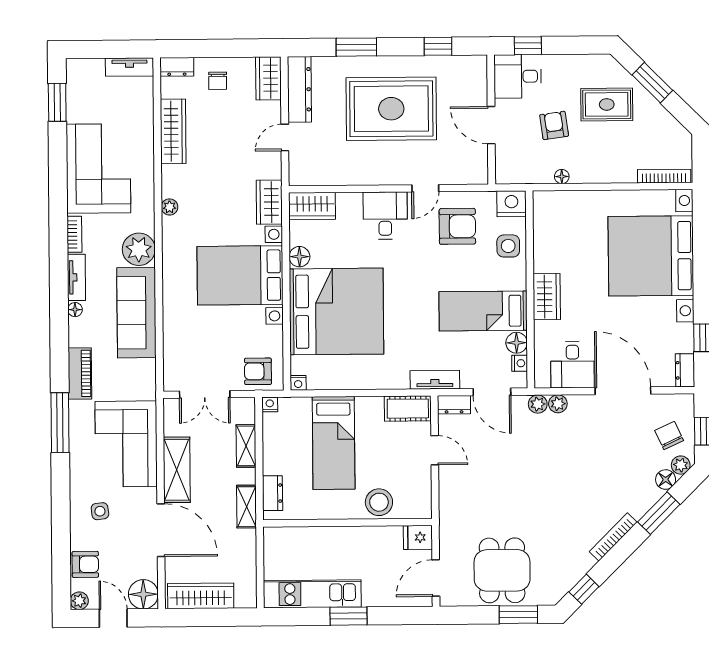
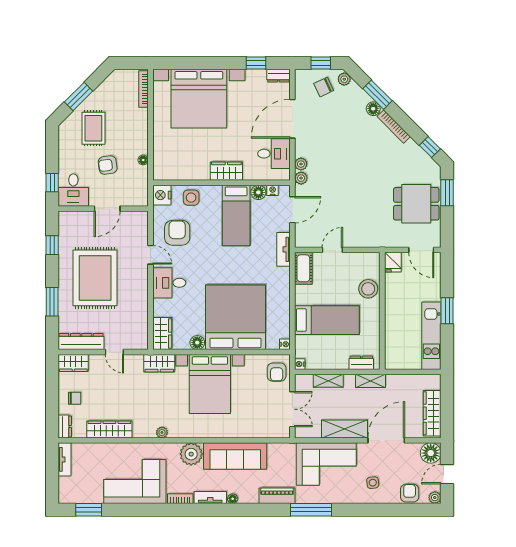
dresser: (454, 405) -> (301, 236), removed
floor lamp: (666, 480) -> (373, 109), moved

